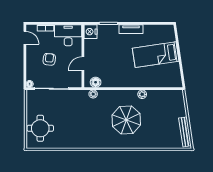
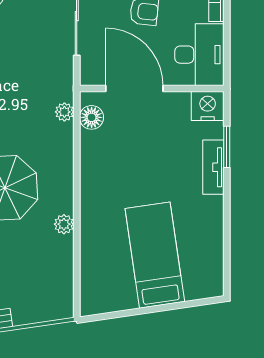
tv unit: (131, 29) -> (213, 167), moved
door: (83, 64) -> (134, 89), width x1.88

